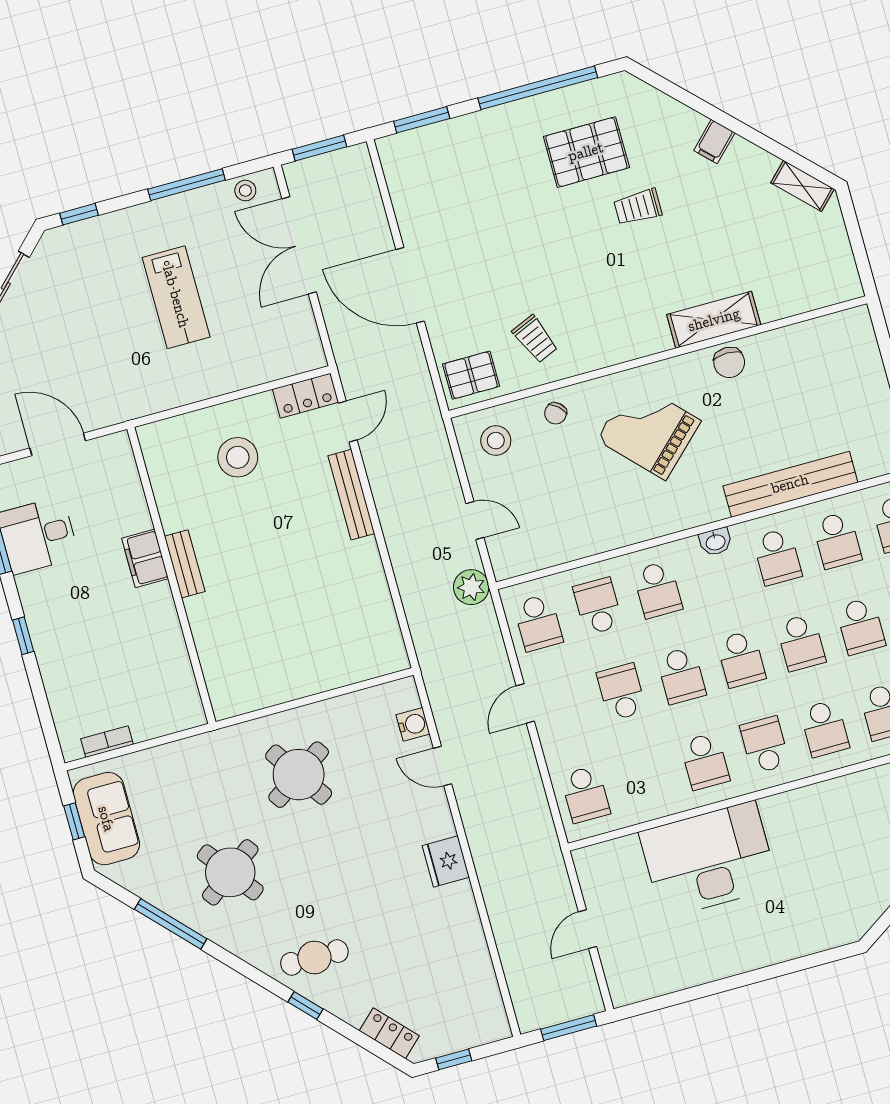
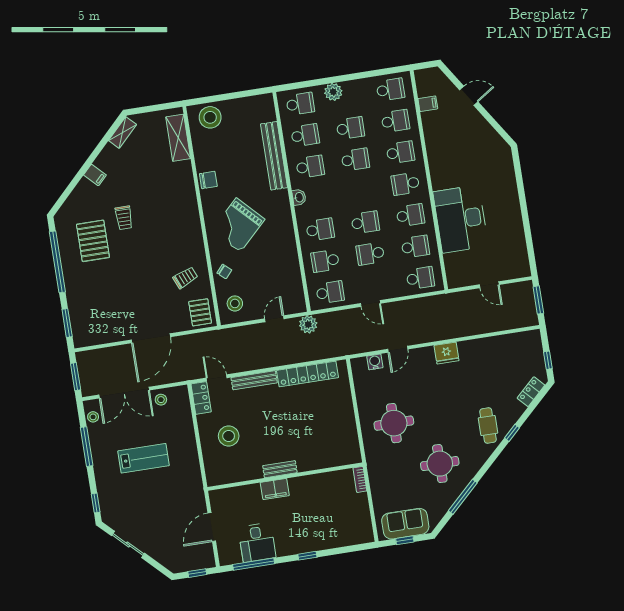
stool: (294, 318) -> (161, 400), added
shelving: (714, 320) -> (178, 138), moved
stool: (851, 352) -> (210, 117), added
locker: (375, 597) -> (308, 374), added
school desk: (741, 659) -> (415, 247), moved
bookcase: (107, 742) -> (360, 479), moved
round table: (299, 775) -> (394, 423), turned 34
round table: (230, 872) -> (440, 464), turned 37

